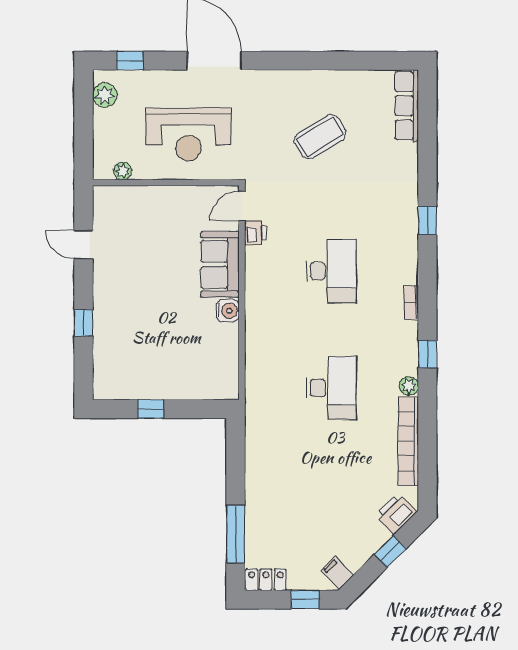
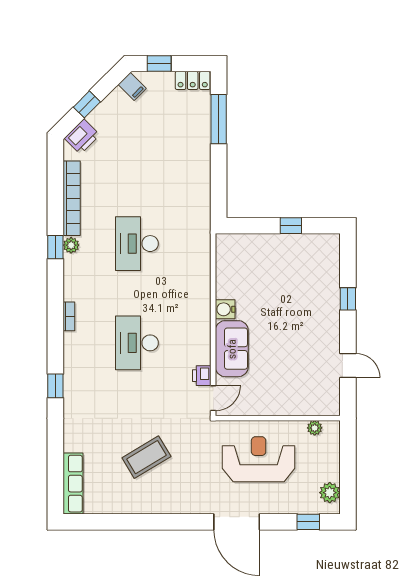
window: (427, 354) -> (55, 247), moved

